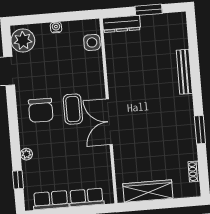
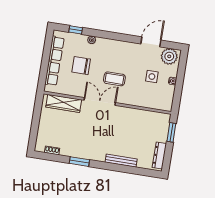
window: (149, 10) -> (171, 132), moved
dresser: (122, 24) -> (159, 155), moved
side table: (92, 42) -> (152, 77), moved
chair: (41, 110) -> (81, 66), moved
wardrobe: (148, 191) -> (64, 103), moved, turned 90

